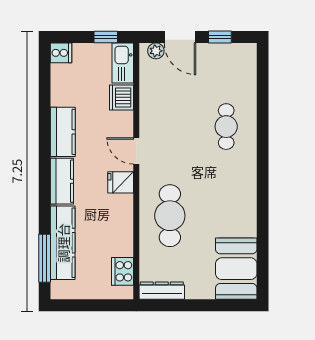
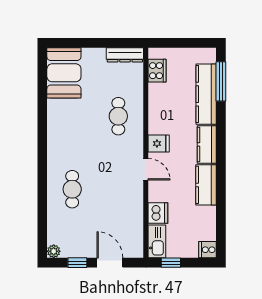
plant: (156, 51) -> (54, 251), moved
cafe table: (170, 216) -> (118, 116), width x0.73, depth x0.74

